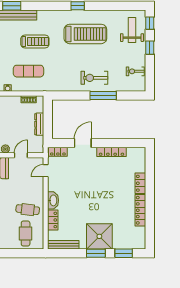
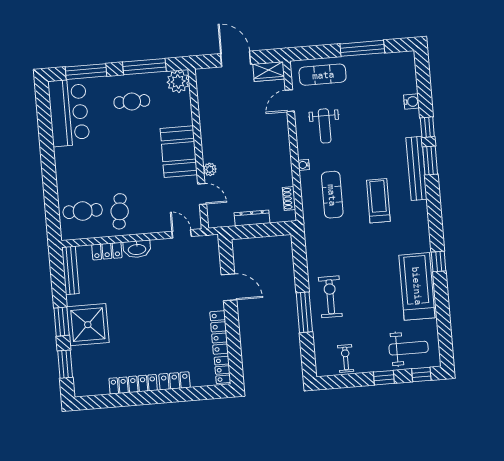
treadmill: (85, 34) -> (417, 286), moved, turned 180
treadmill: (35, 41) -> (378, 201), turned 180
locker: (58, 152) -> (222, 370), moved

